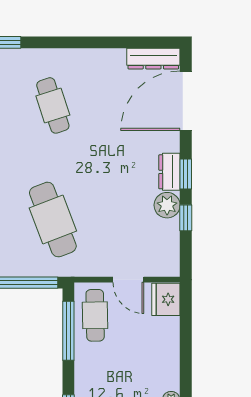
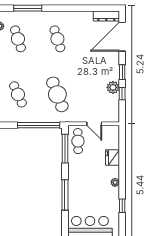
dresser: (169, 172) -> (114, 71), removed
fridge: (166, 299) -> (112, 158), moved

